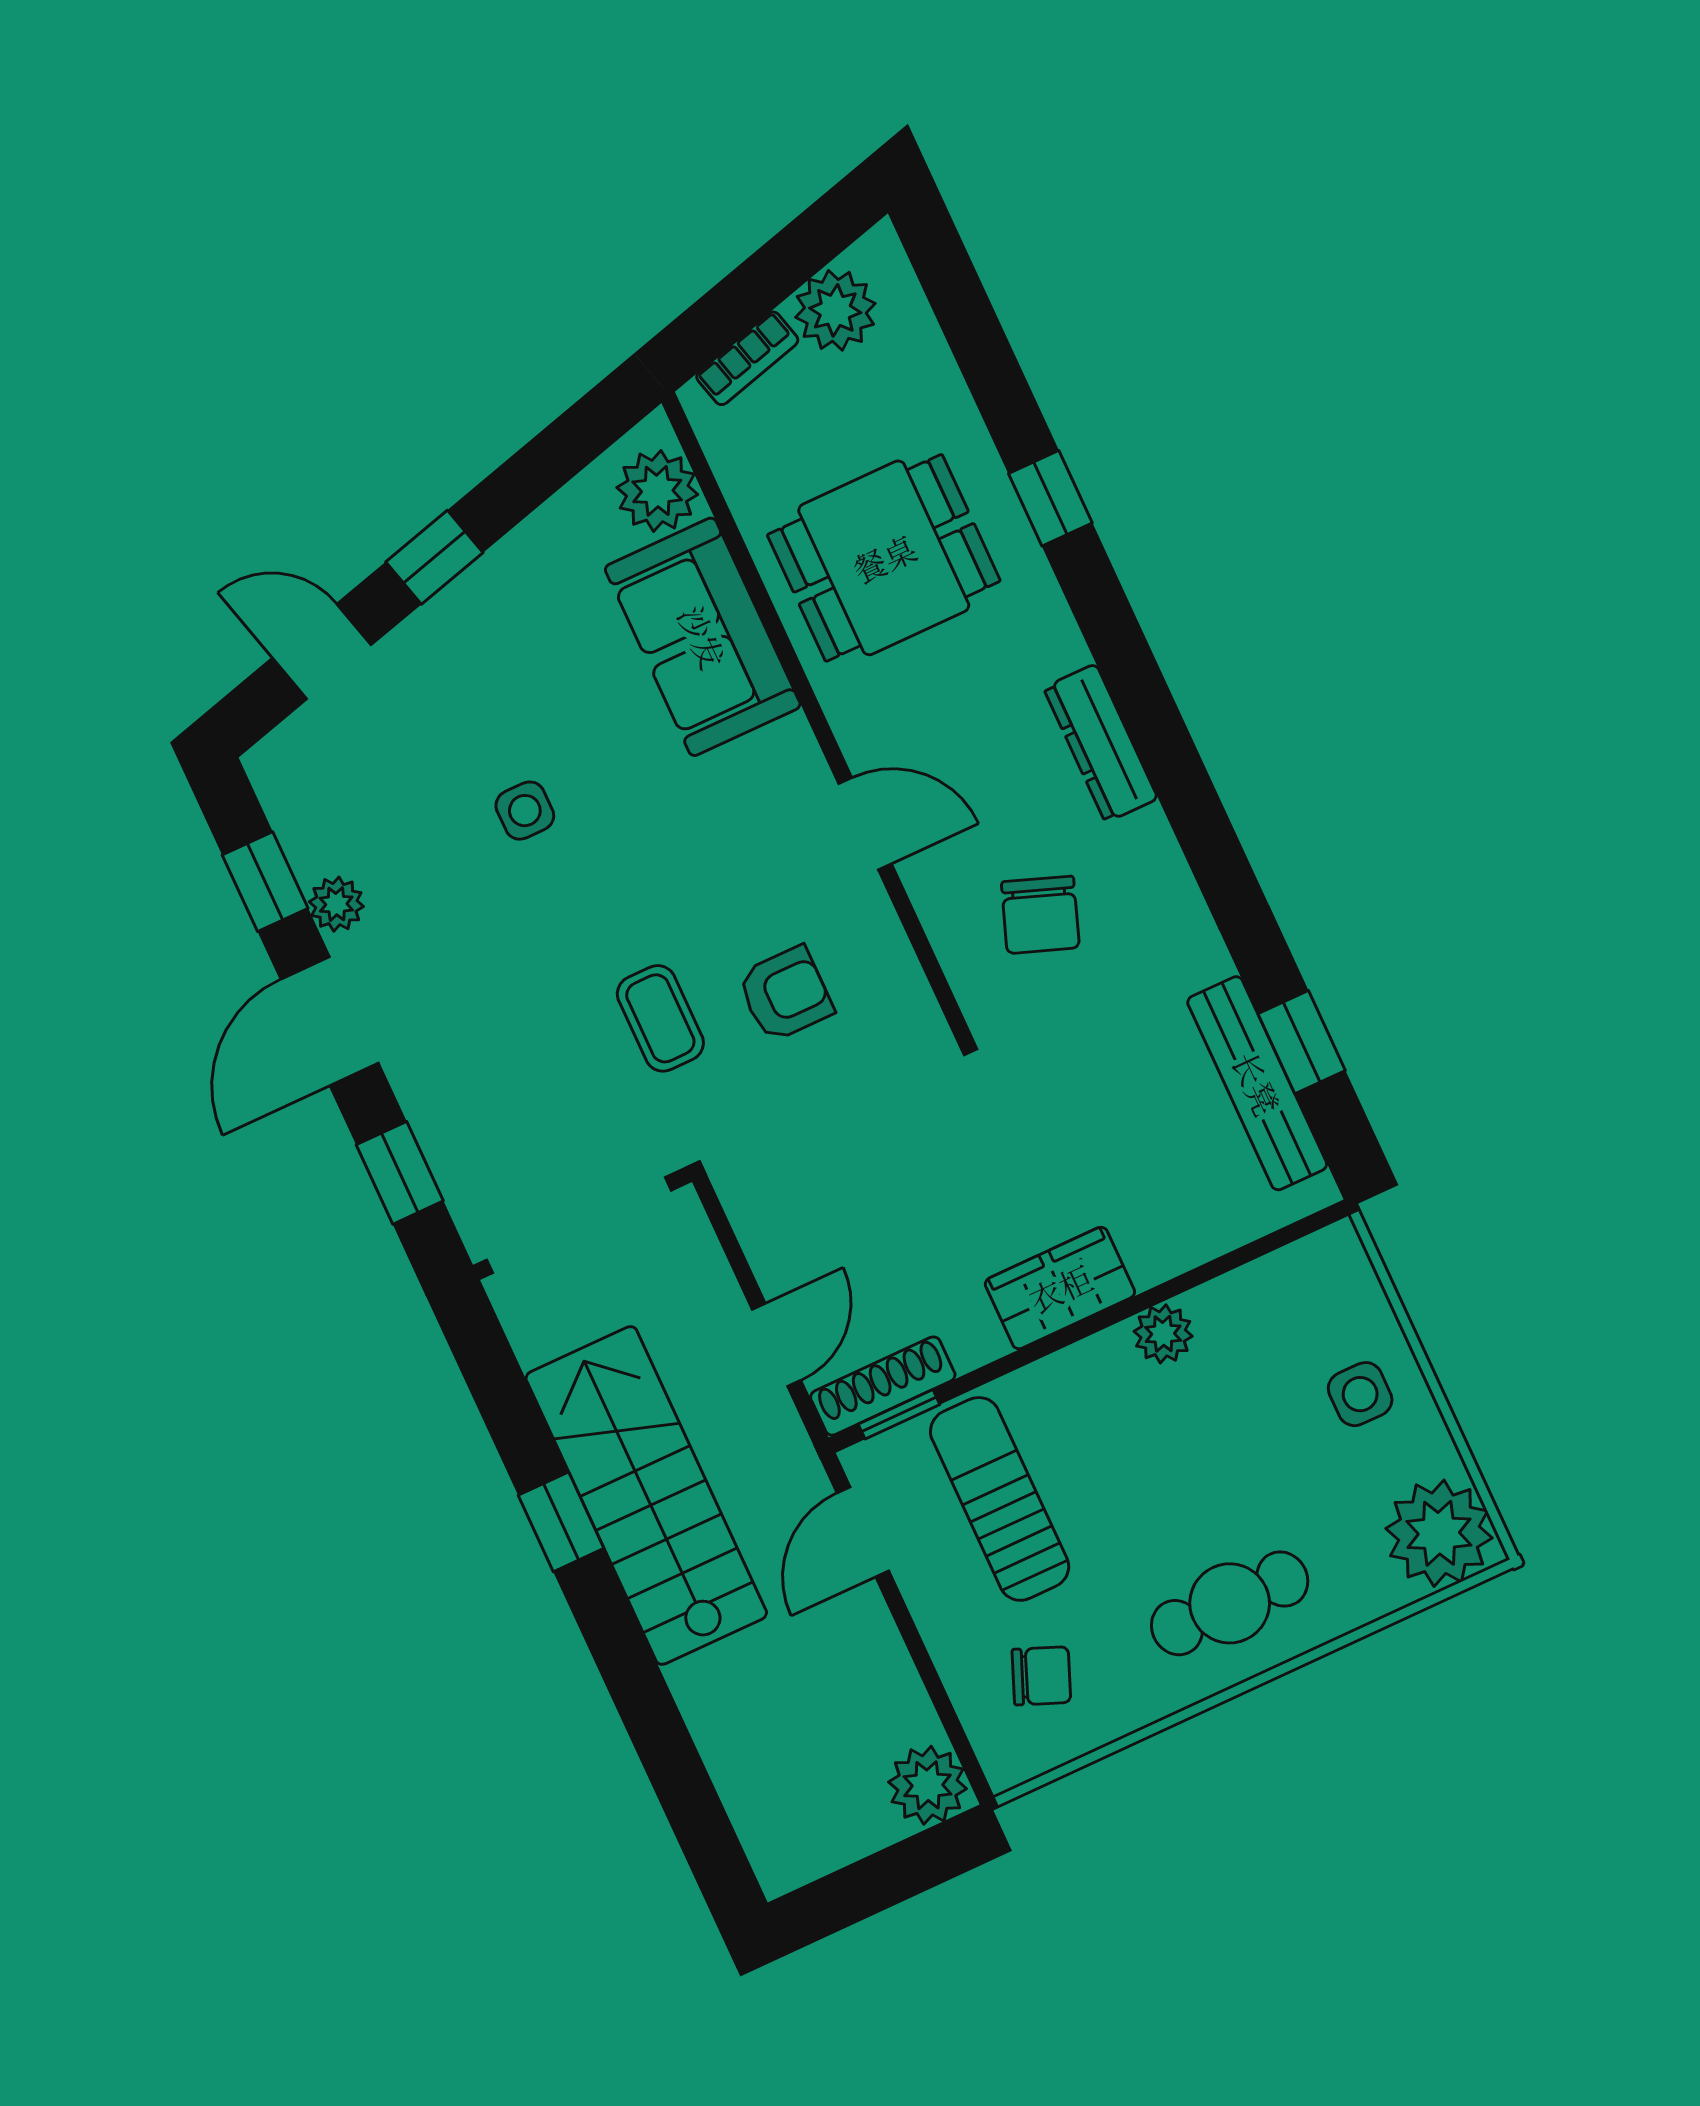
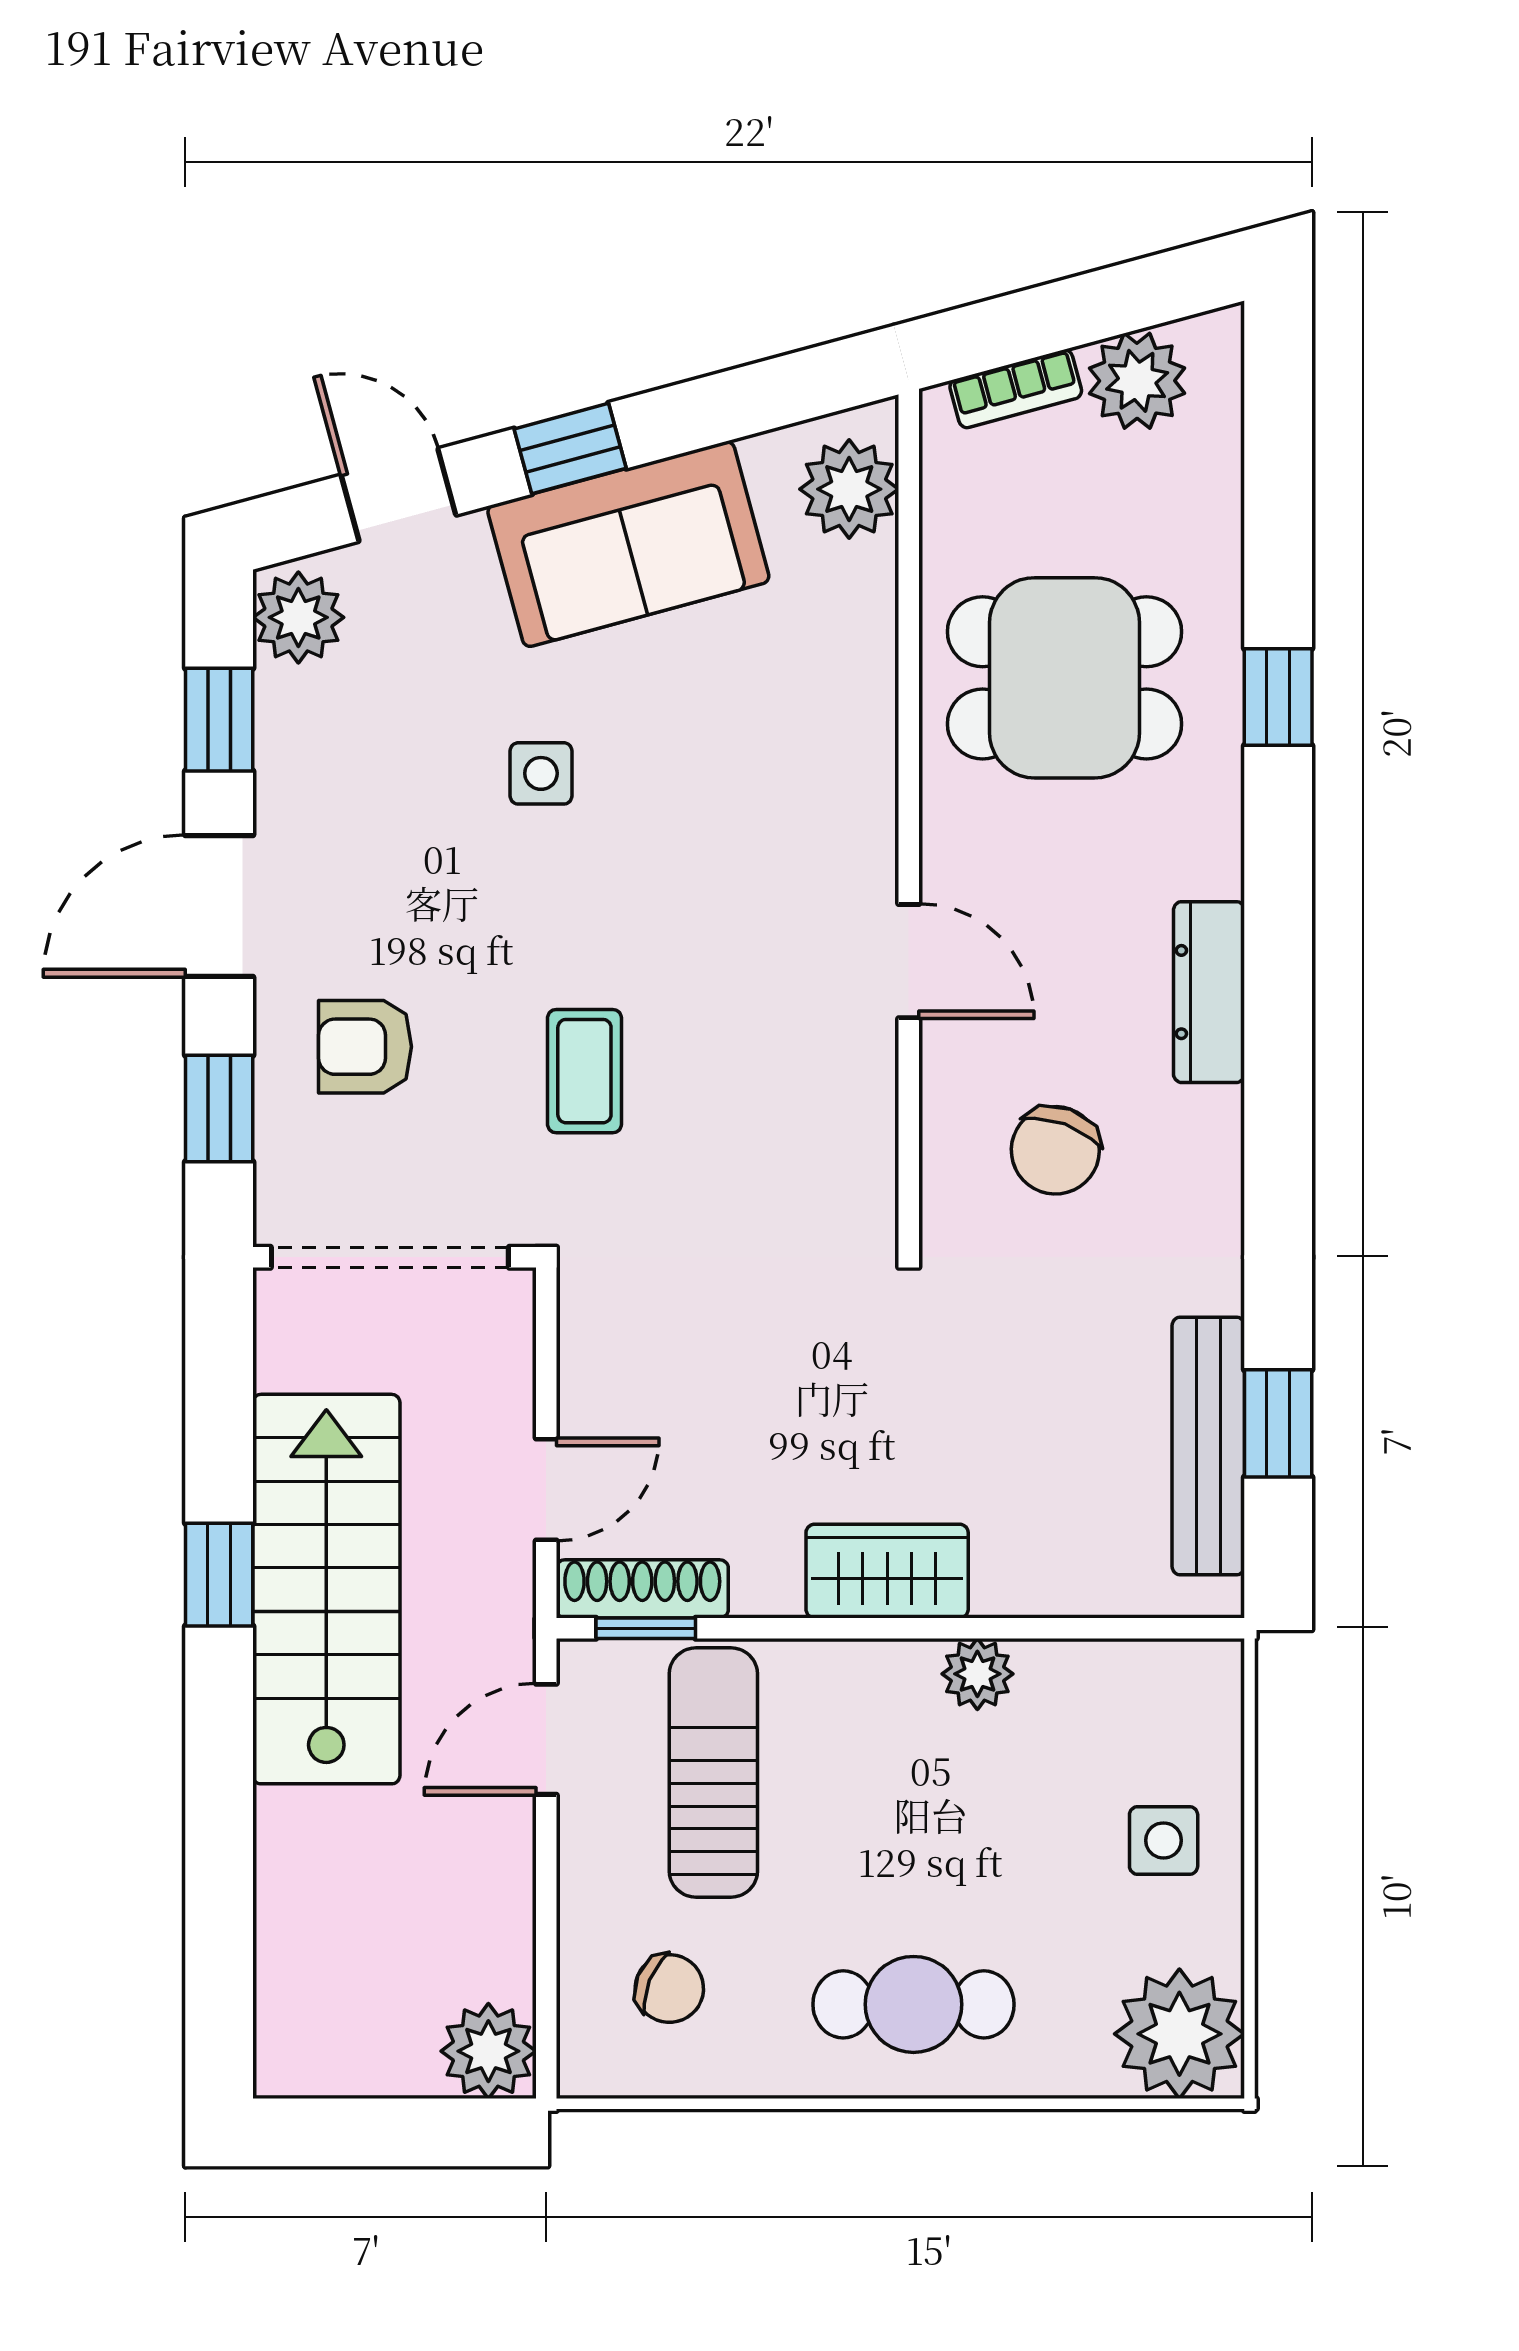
sofa: (703, 637) -> (628, 544), moved, turned -105
plant: (336, 904) -> (298, 617), moved, width x1.38, depth x1.38
armchair: (785, 994) -> (365, 1047), moved, turned 180

